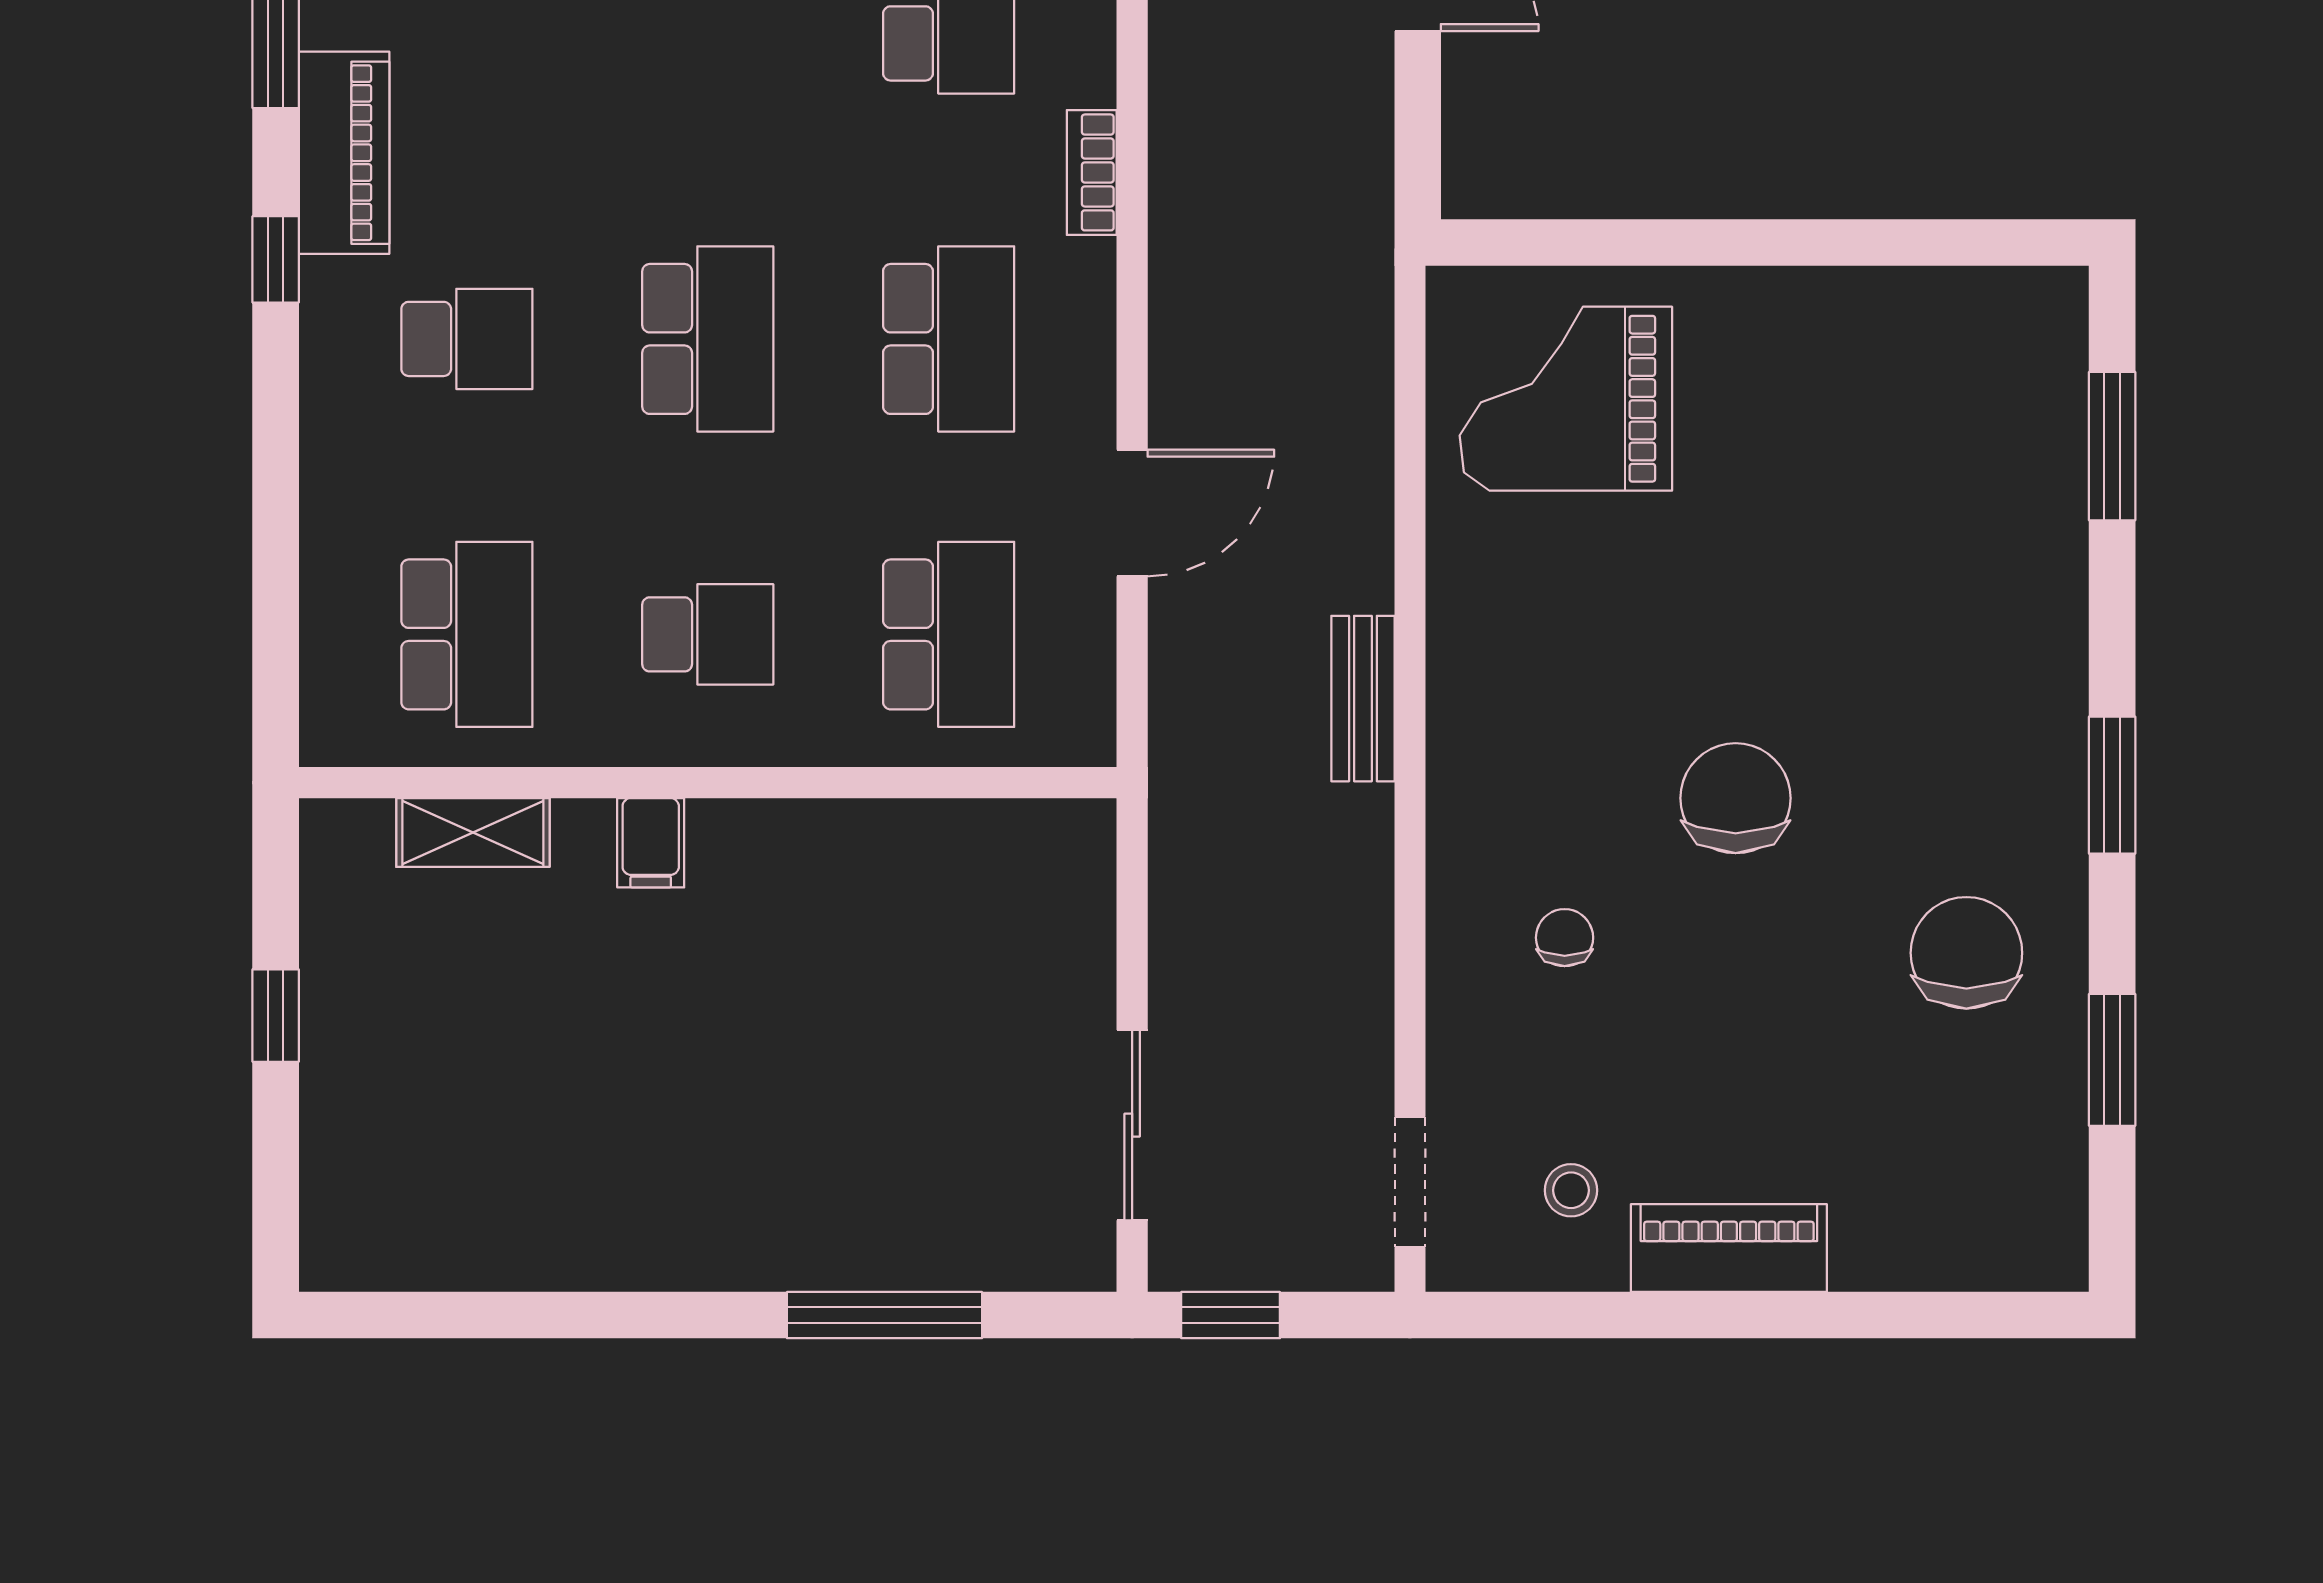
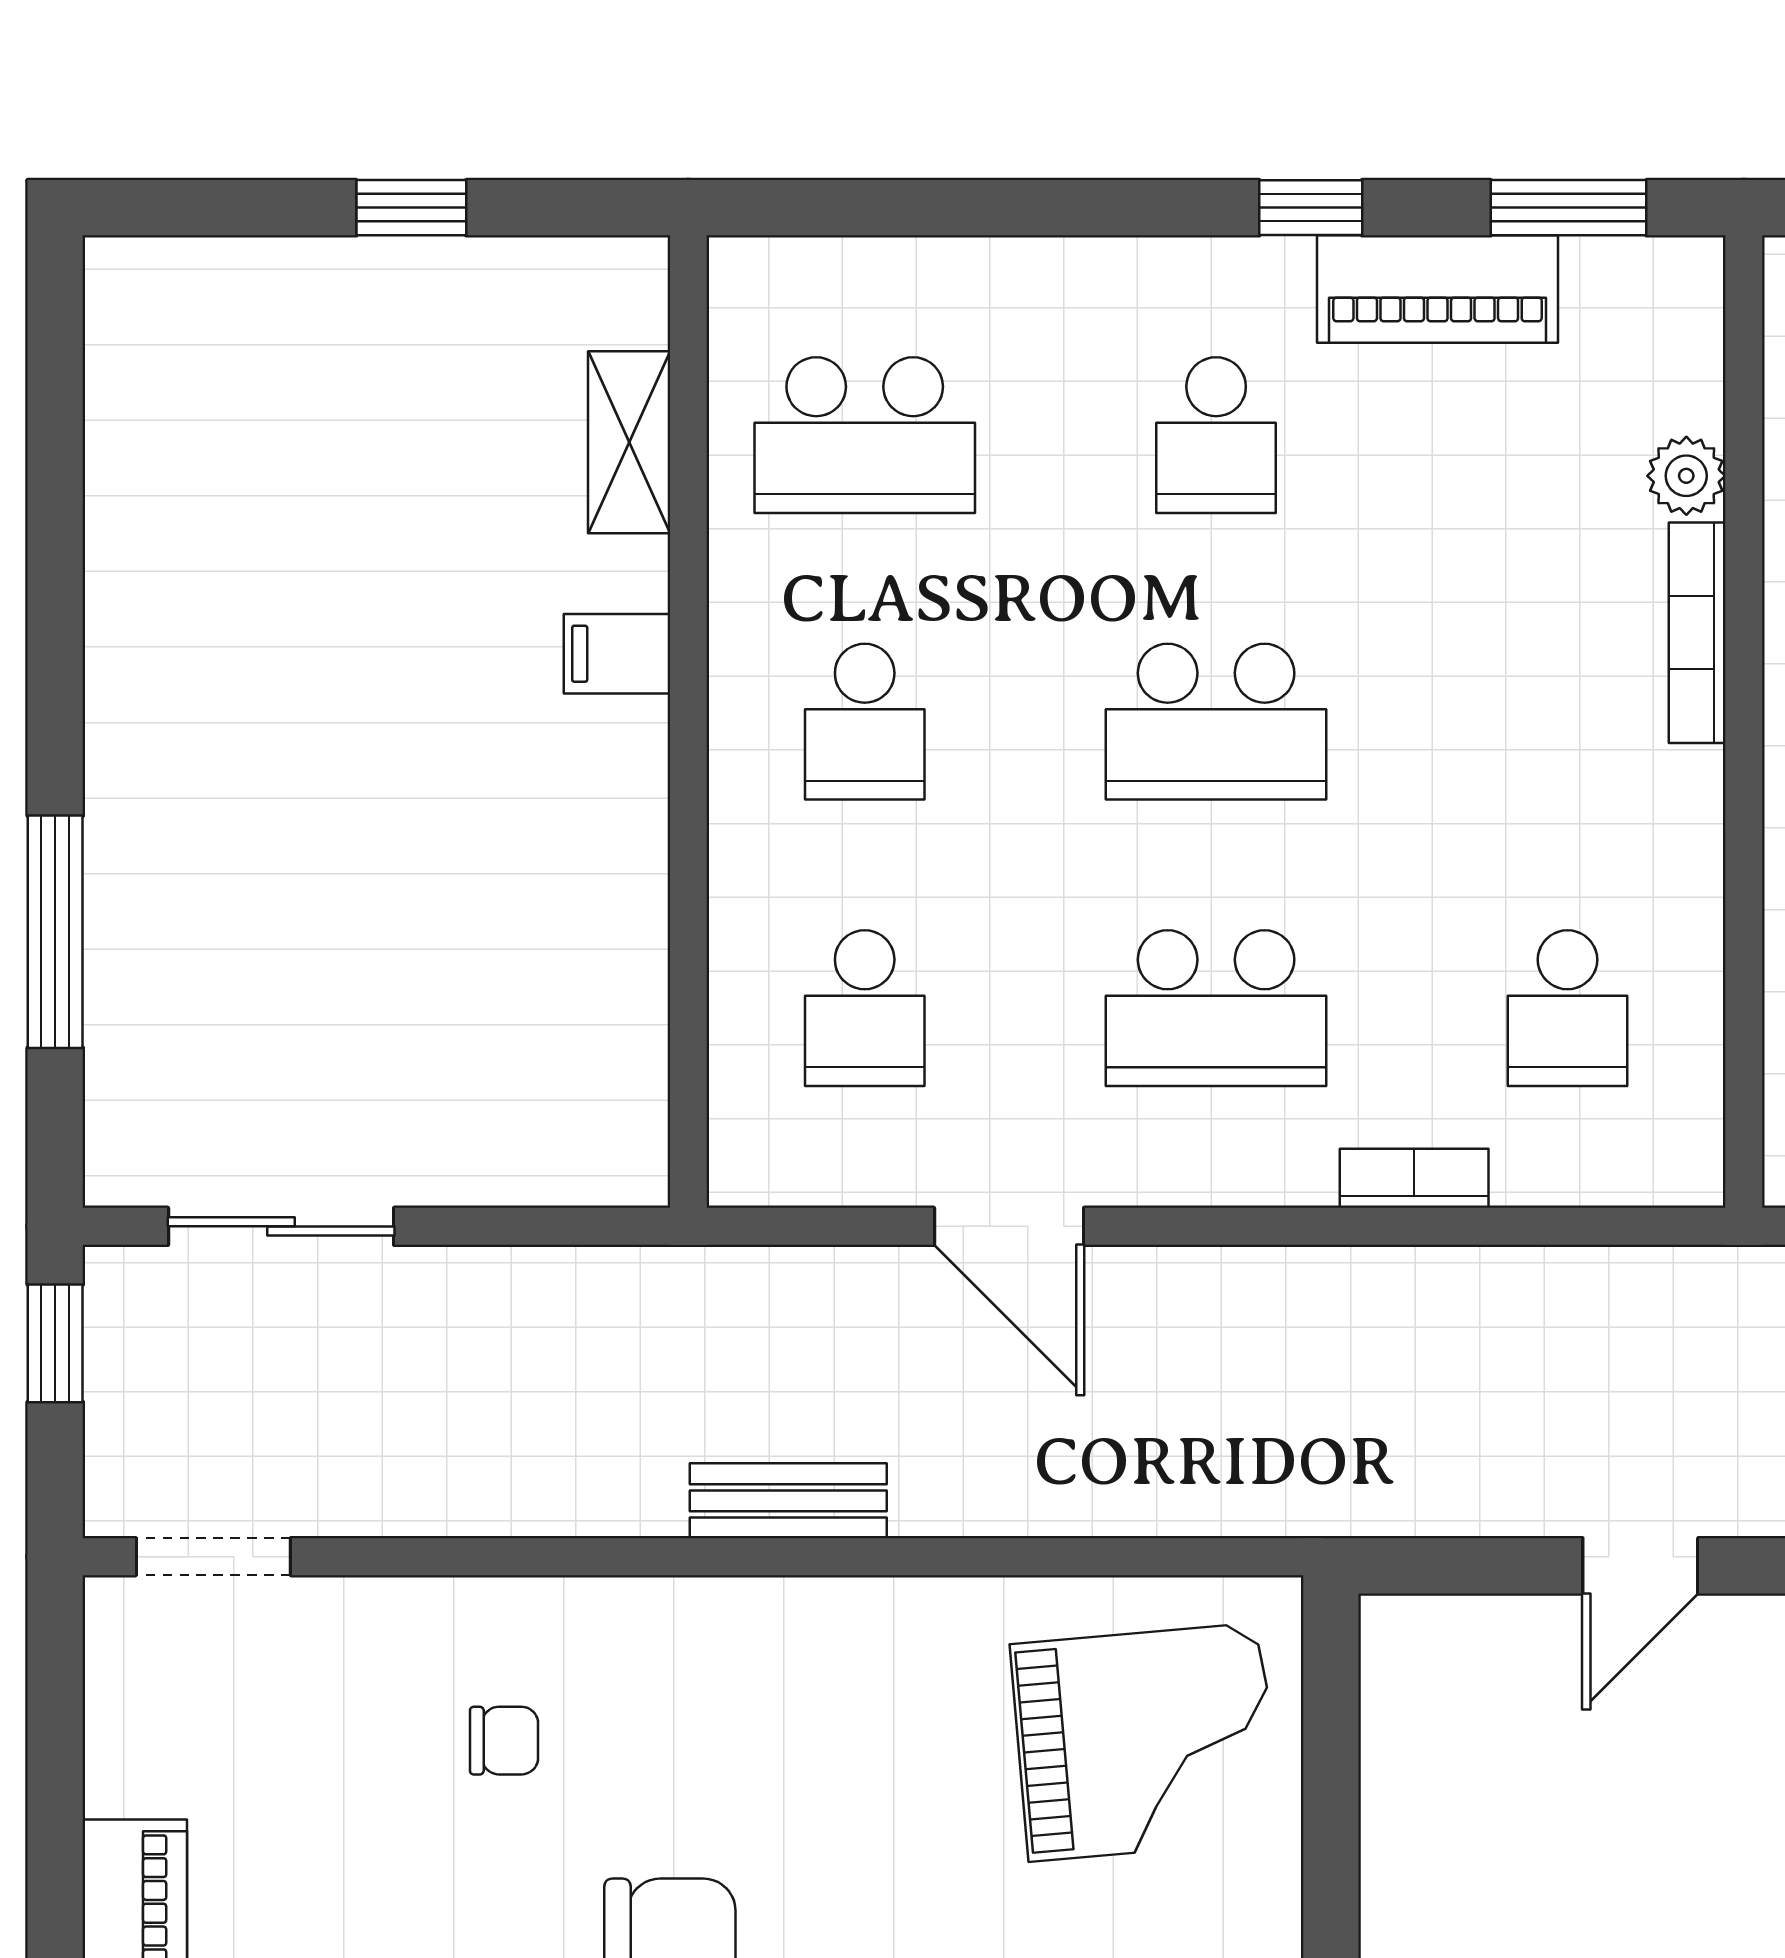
grand piano: (1566, 399) -> (1145, 1742), turned 85
school desk: (949, 634) -> (865, 1008), width x0.54
stool: (1571, 1190) -> (204, 1748), removed

